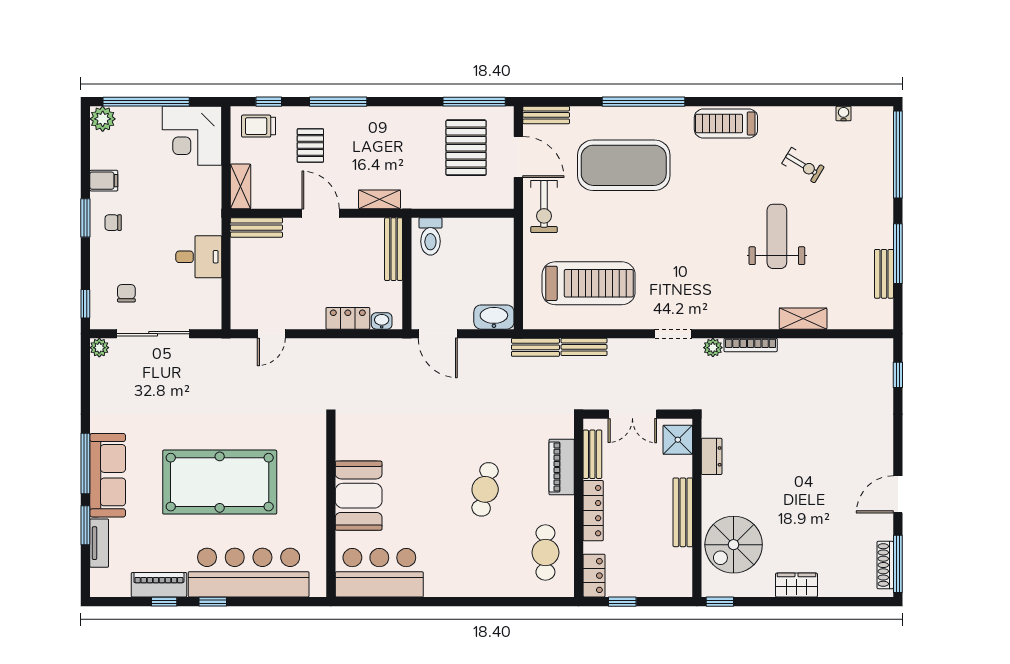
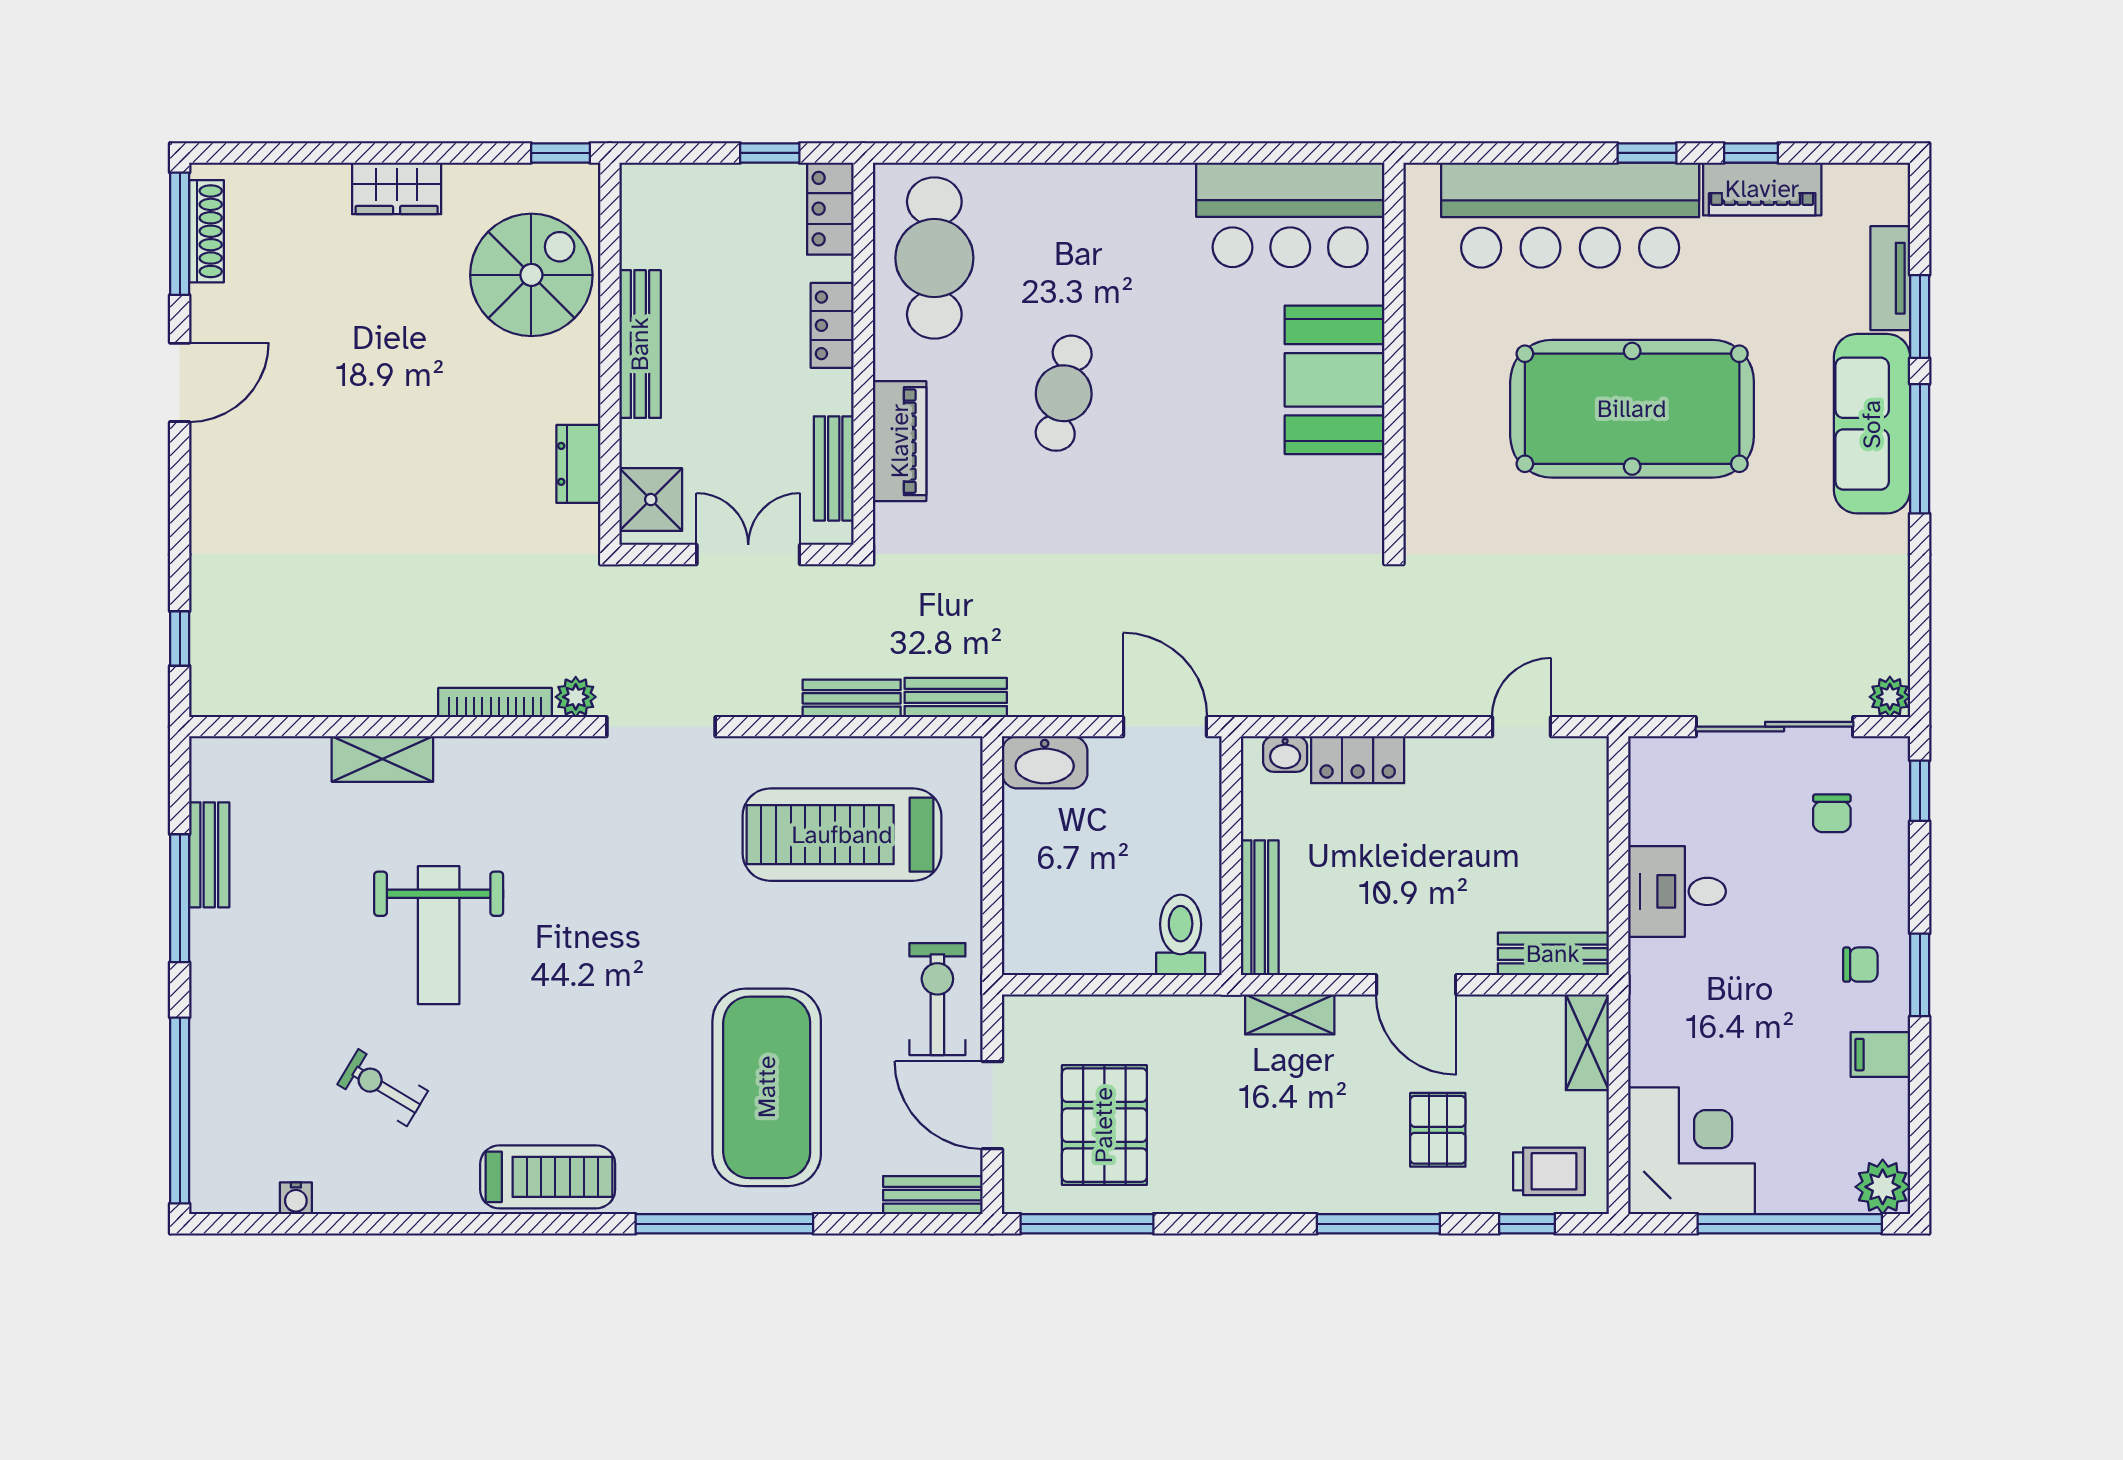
exercise mat: (624, 165) -> (767, 1087), turned 90
doorway: (673, 334) -> (661, 727), width x1.38
locker: (593, 511) -> (832, 325), width x0.66
cafe table: (545, 553) -> (934, 258), width x1.37, depth x1.35

